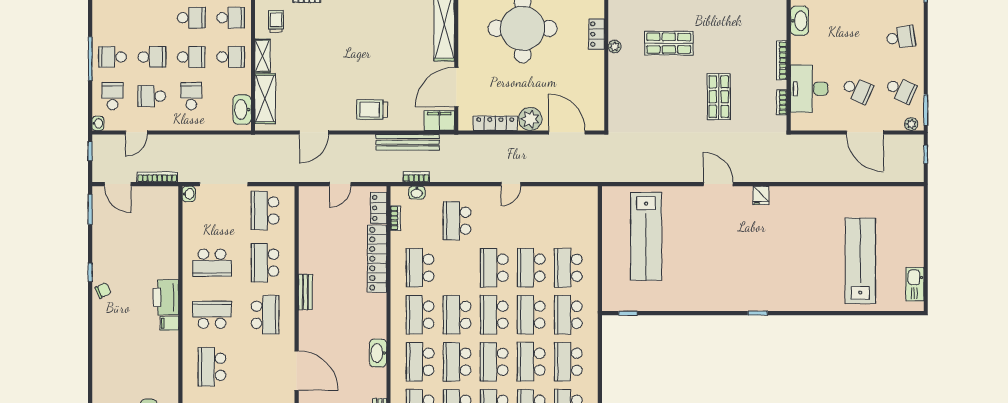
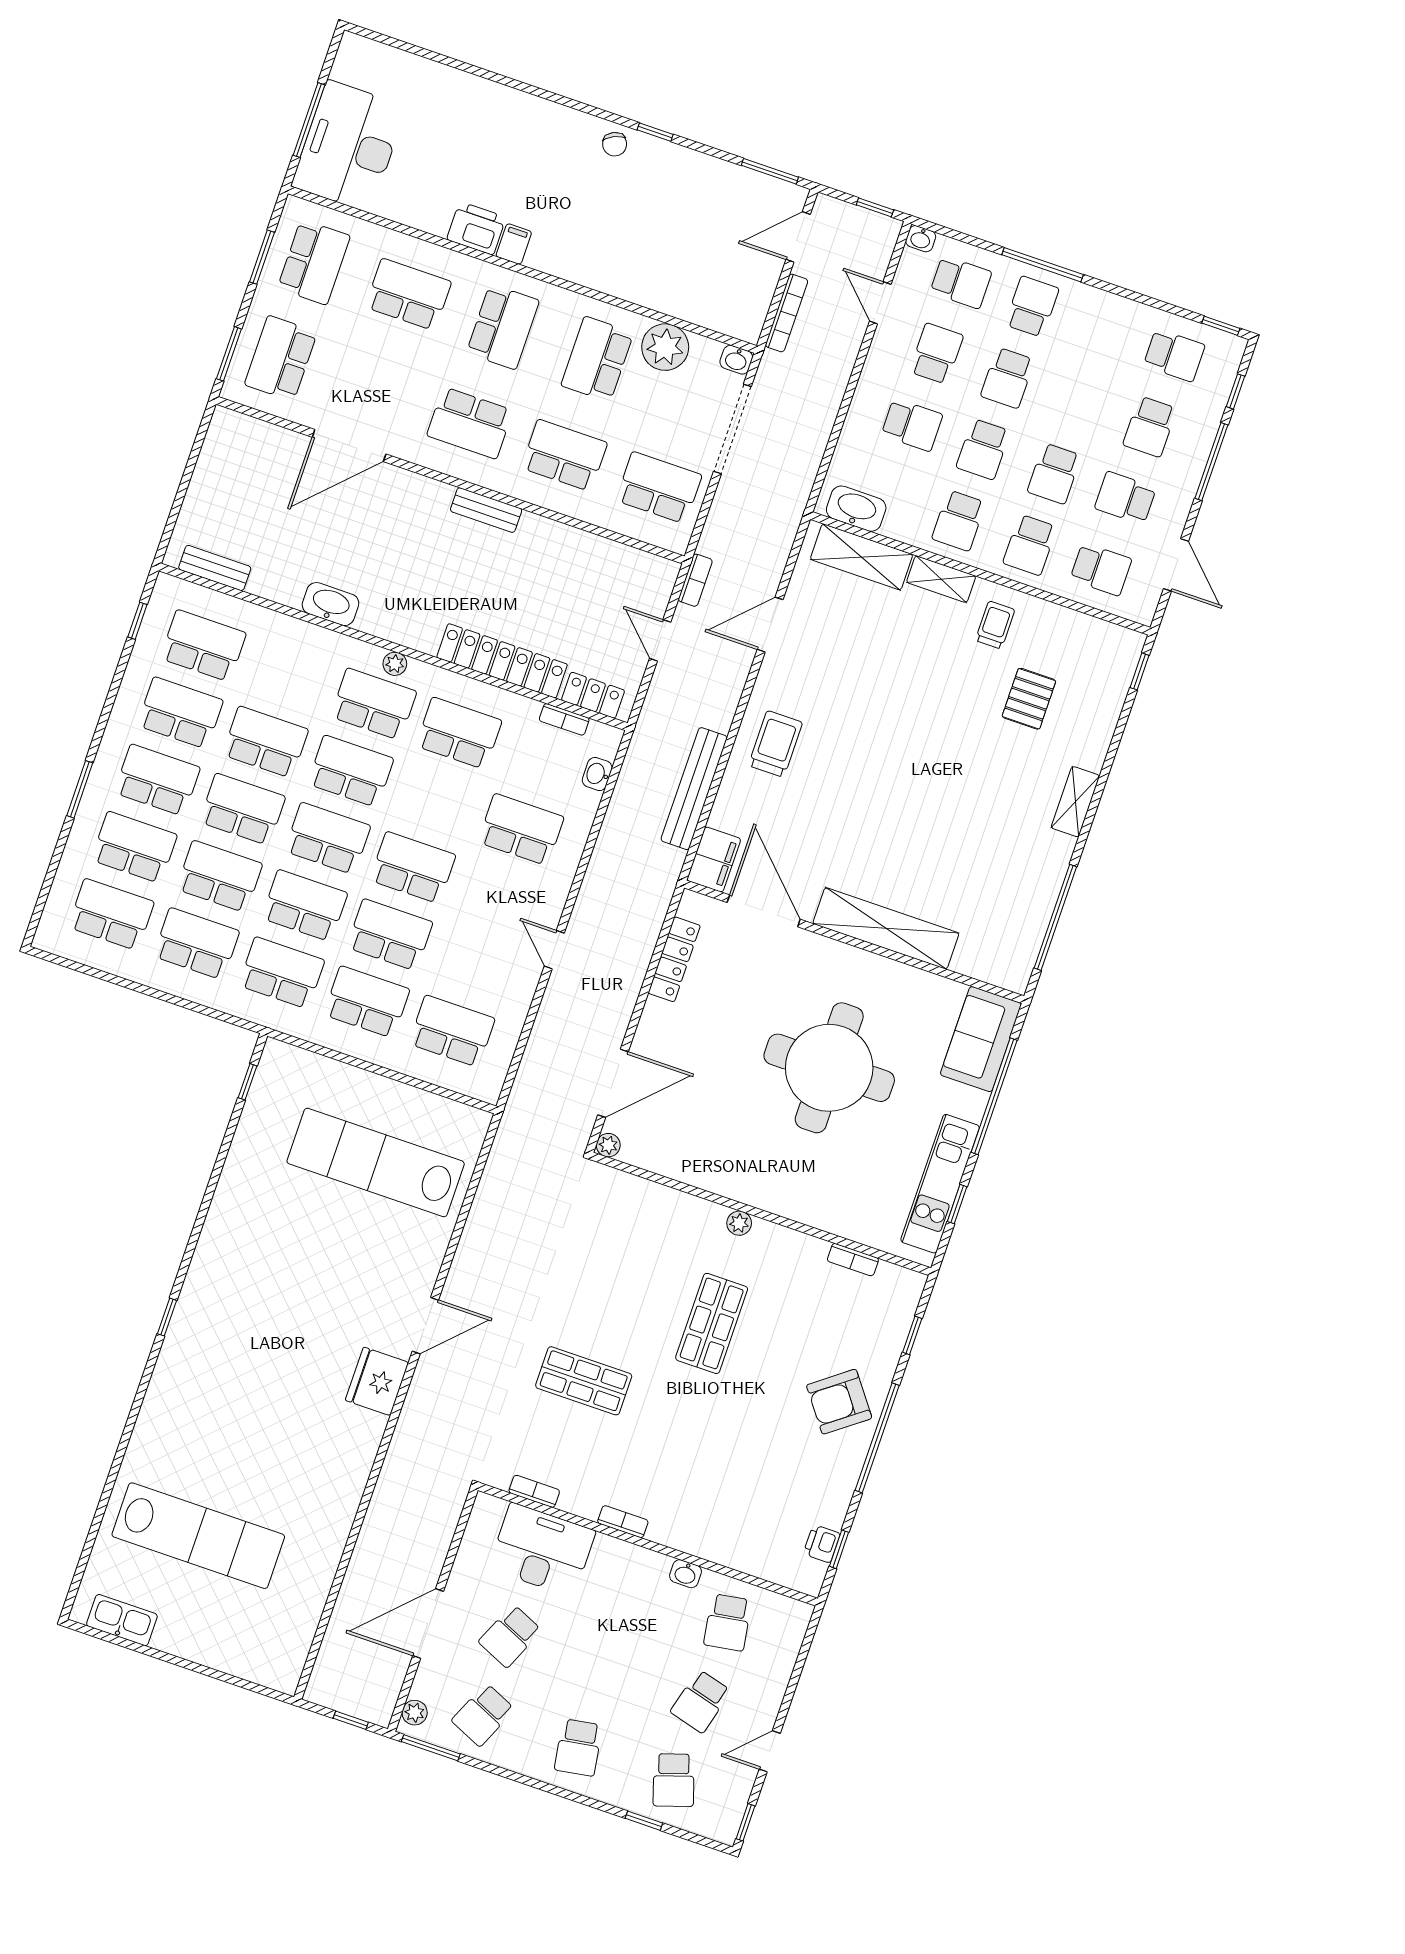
trolley: (276, 21) -> (995, 625), turned -90
washbasin: (799, 21) -> (686, 1574), width x0.52, depth x0.69
locker: (597, 34) -> (773, 1198), removed
bookcase: (782, 61) -> (623, 1522), width x0.64
plant: (530, 119) -> (608, 1145), moved, width x0.53, depth x0.53
door: (314, 132) -> (770, 625), hinge flipped
bookcase: (416, 177) -> (695, 580), moved
fridge: (761, 195) -> (377, 1381), width x1.88, depth x1.34
plant: (195, 231) -> (665, 347), added
printer: (166, 297) -> (476, 228), moved, width x0.73, depth x0.84
plant: (397, 311) -> (395, 664), added
school desk: (420, 362) -> (452, 1031), moved

